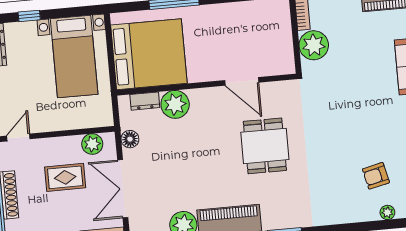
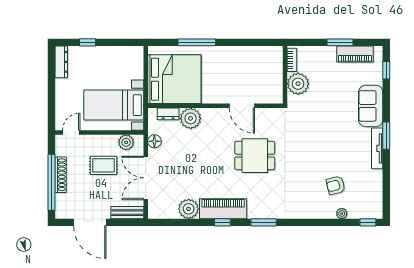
bed with nightstands: (74, 56) -> (114, 105), moved, turned 90
dining table: (265, 146) -> (255, 156), turned 90

